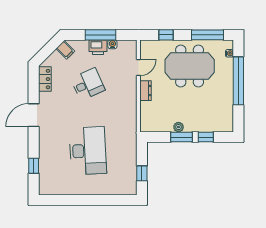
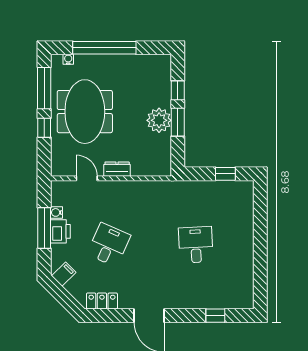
window: (166, 35) -> (44, 128), moved
desk: (88, 84) -> (109, 245), turned 48
plant: (179, 127) -> (159, 120), width x1.88, depth x1.88
desk: (88, 151) -> (196, 245), width x0.53, depth x0.77

